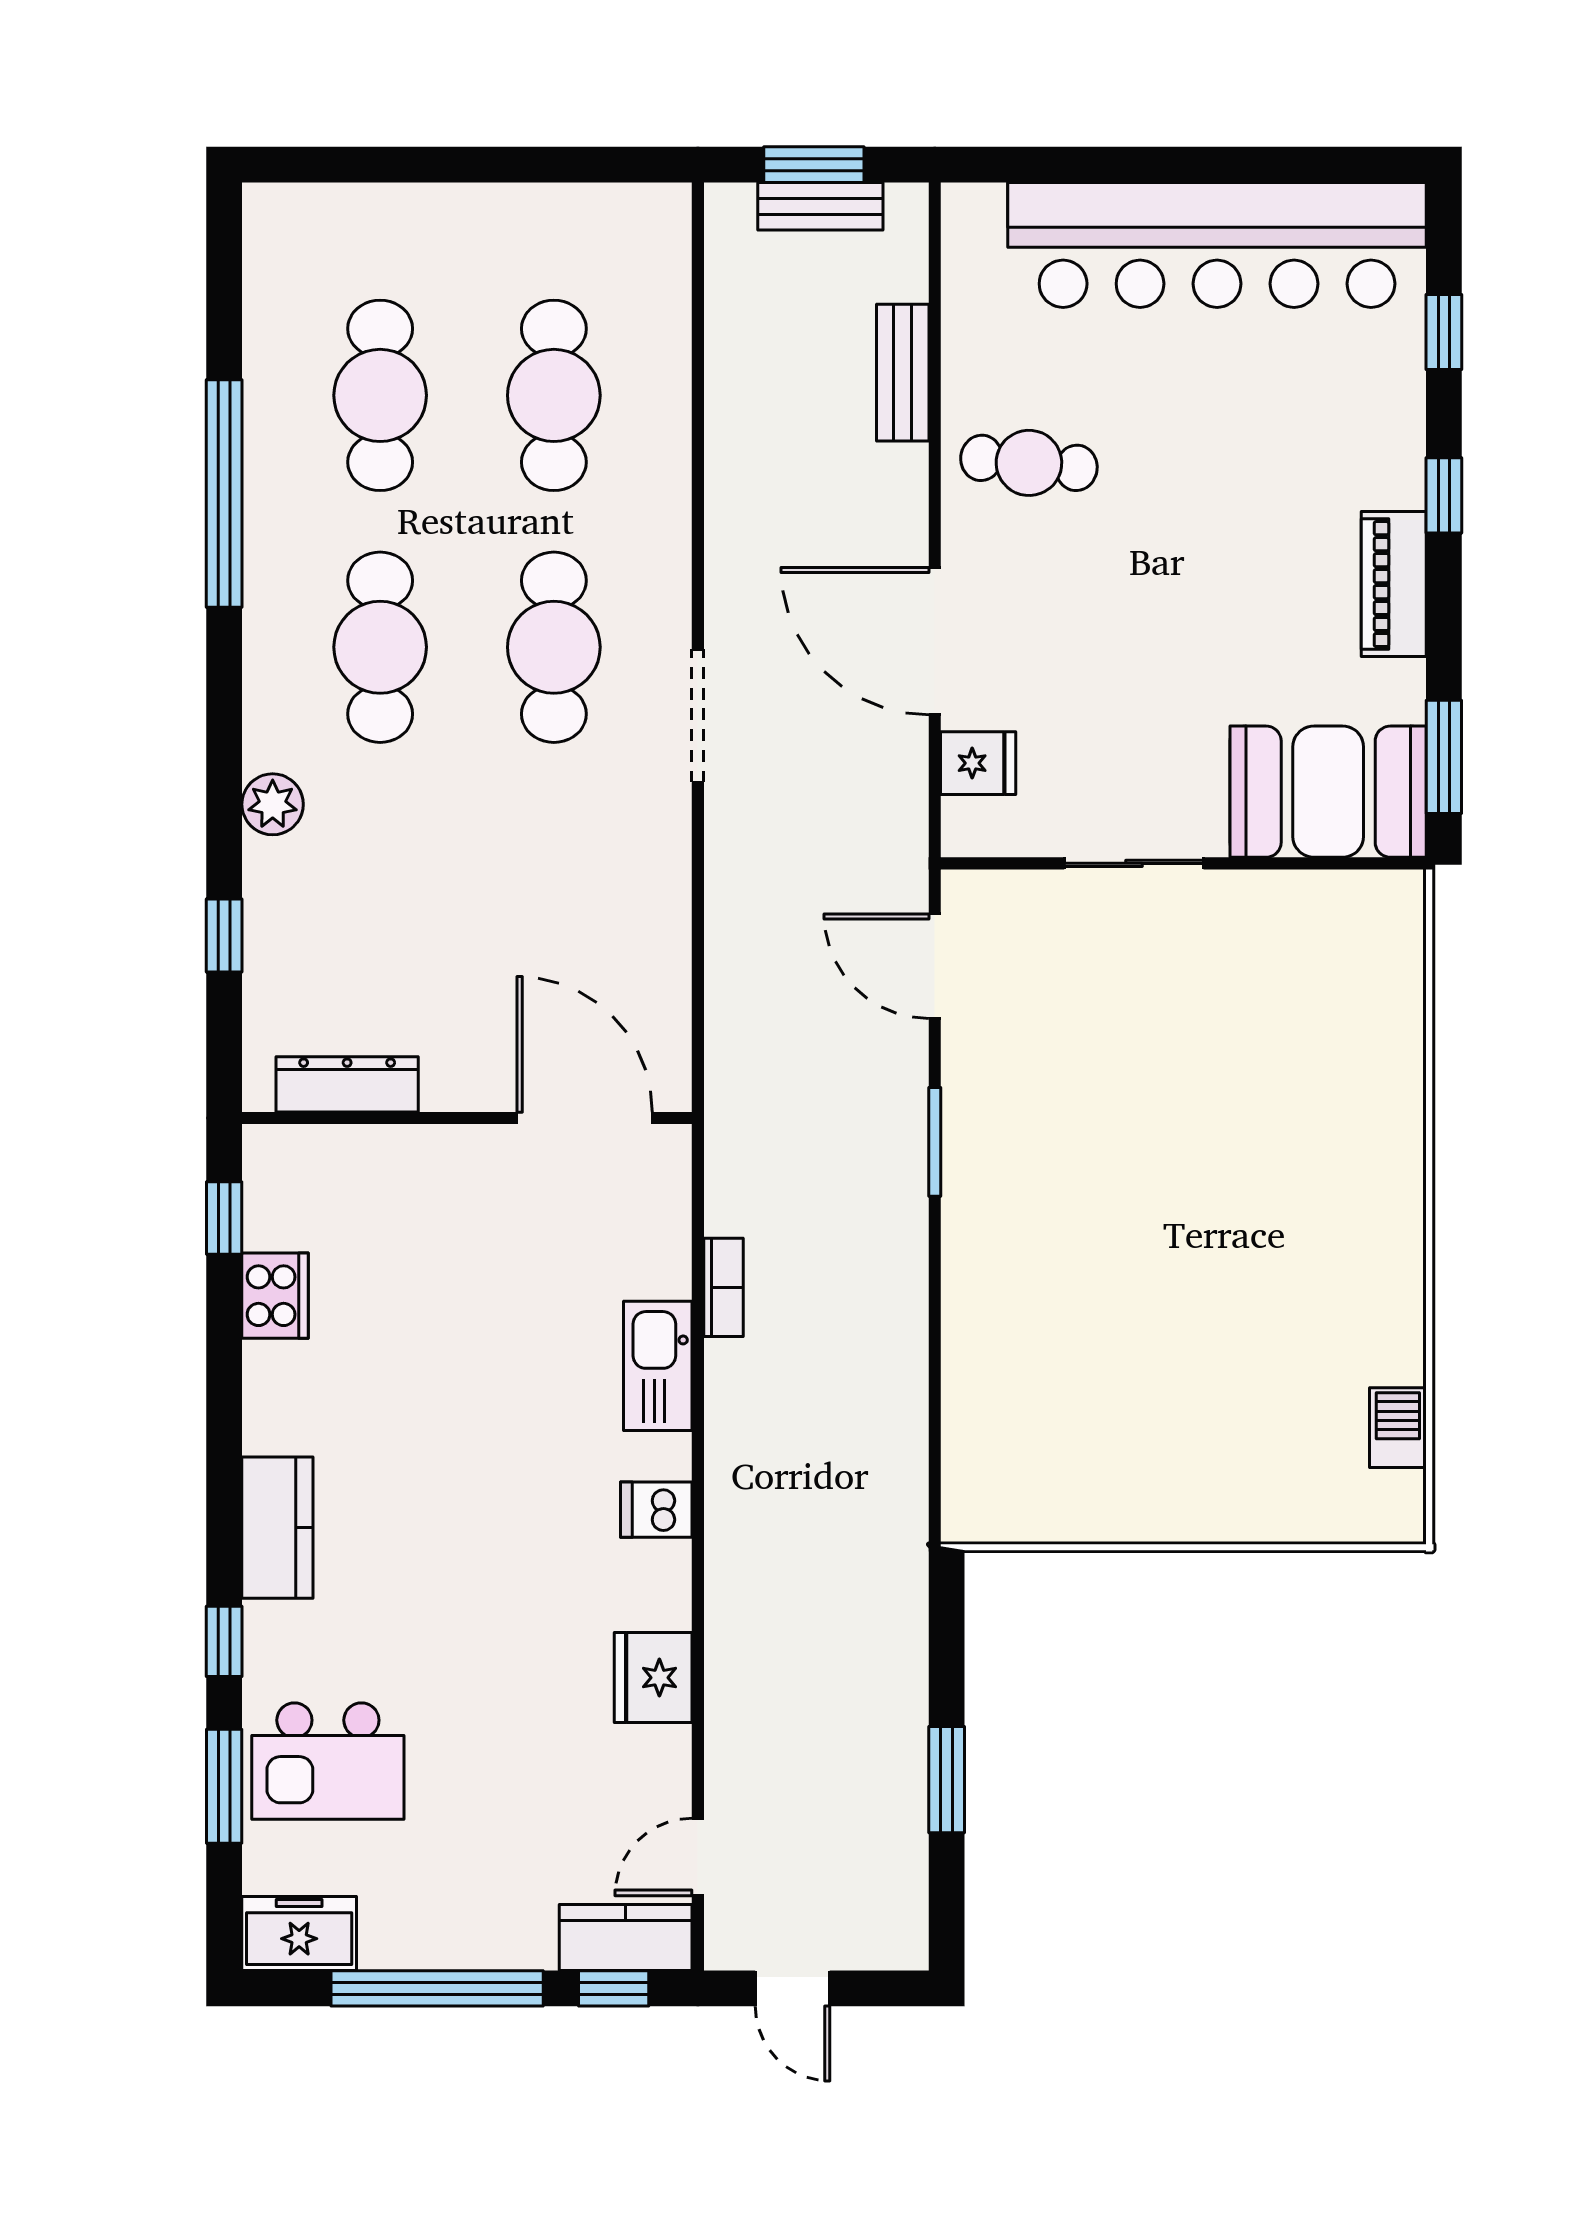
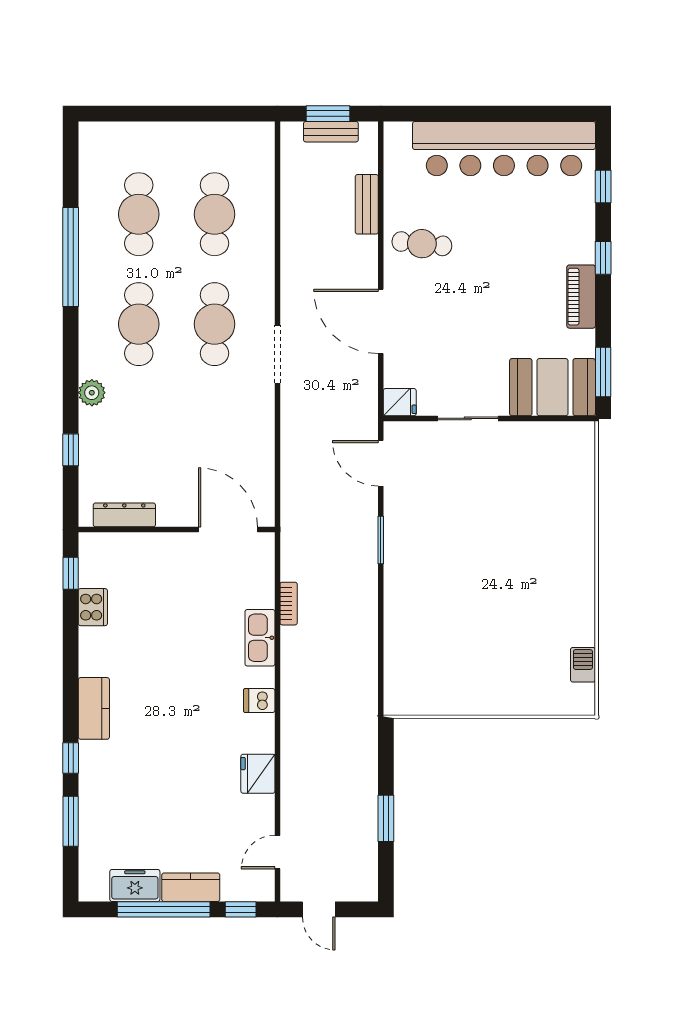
fridge: (978, 763) -> (400, 402), moved
kitchen island: (328, 1761) -> (116, 810), removed
freezer: (299, 1933) -> (135, 885), moved
kitchen counter: (626, 1937) -> (191, 887), moved

